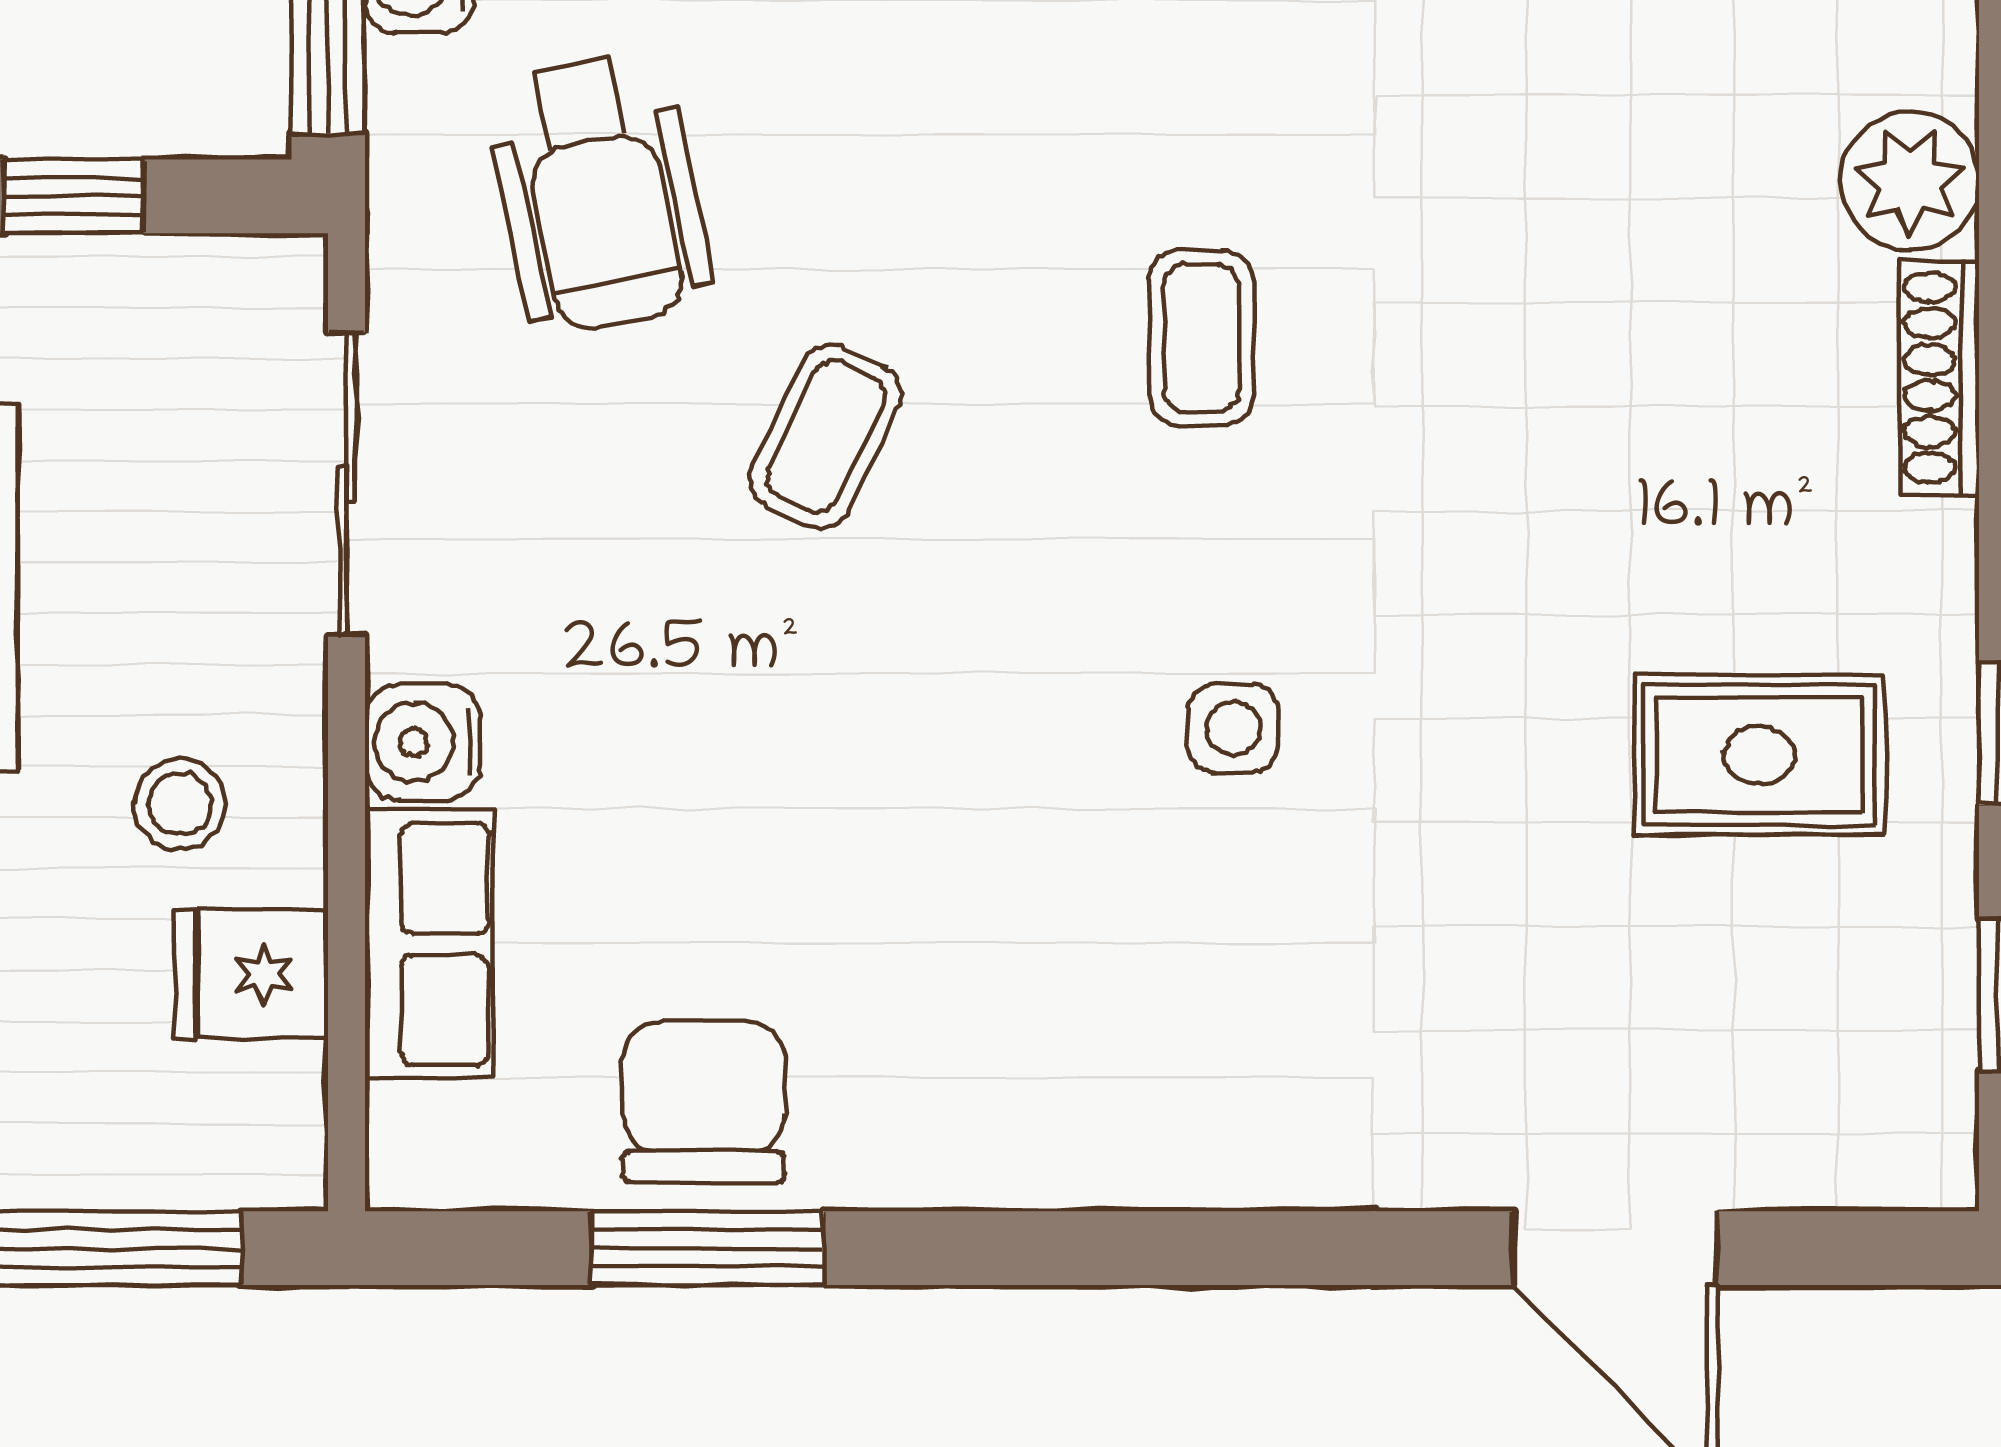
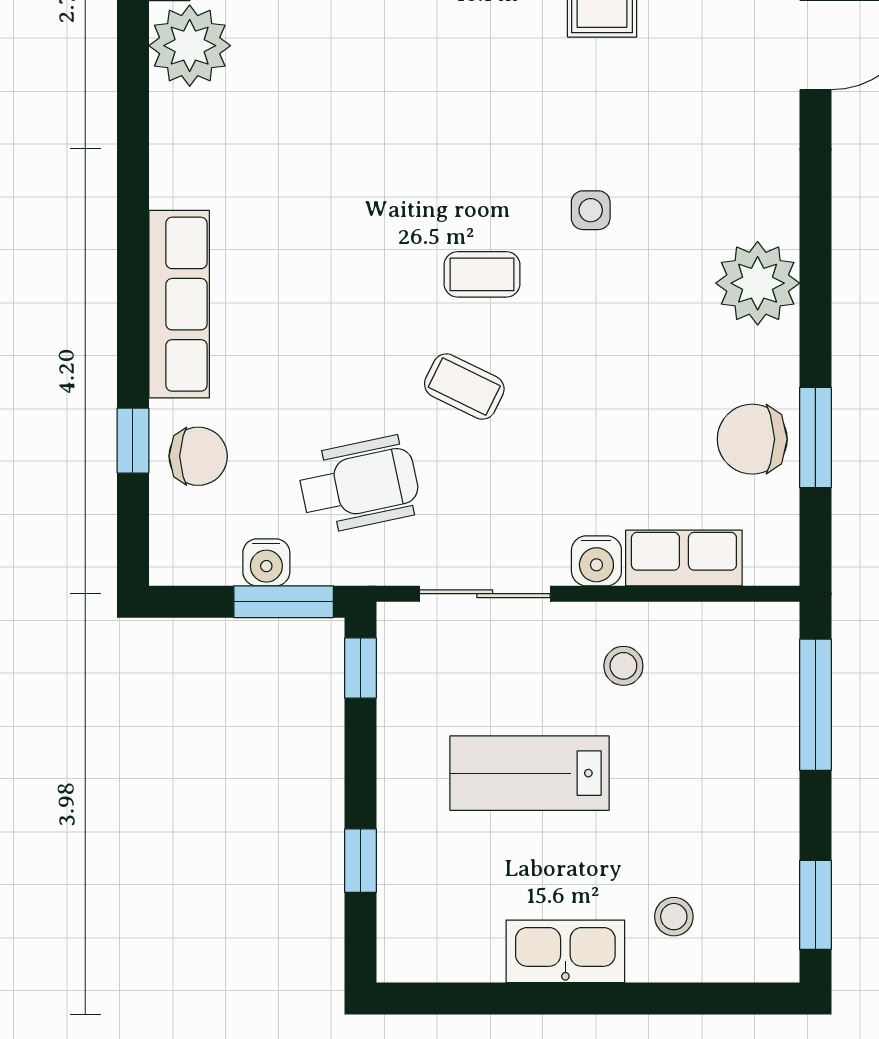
window: (74, 196) -> (360, 668), moved
coffee table: (1201, 338) -> (482, 274), moved
fridge: (251, 974) -> (697, 635), removed
plant: (1064, 1114) -> (758, 283), added

